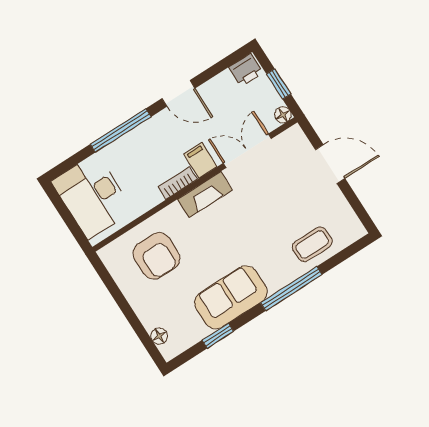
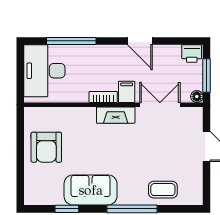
window: (279, 84) -> (207, 75), width x1.50
window: (121, 131) -> (71, 41), moved
armchair: (157, 256) -> (46, 147), moved
floor lamp: (159, 336) -> (30, 185), removed

